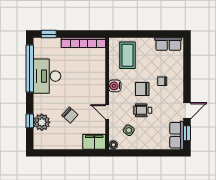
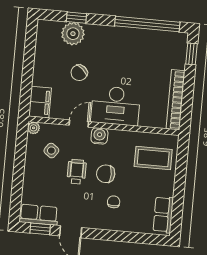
desk: (47, 76) -> (116, 106), moved, turned 180
water cooler: (115, 86) -> (99, 136), moved
chair: (142, 89) -> (106, 174), turned -90

